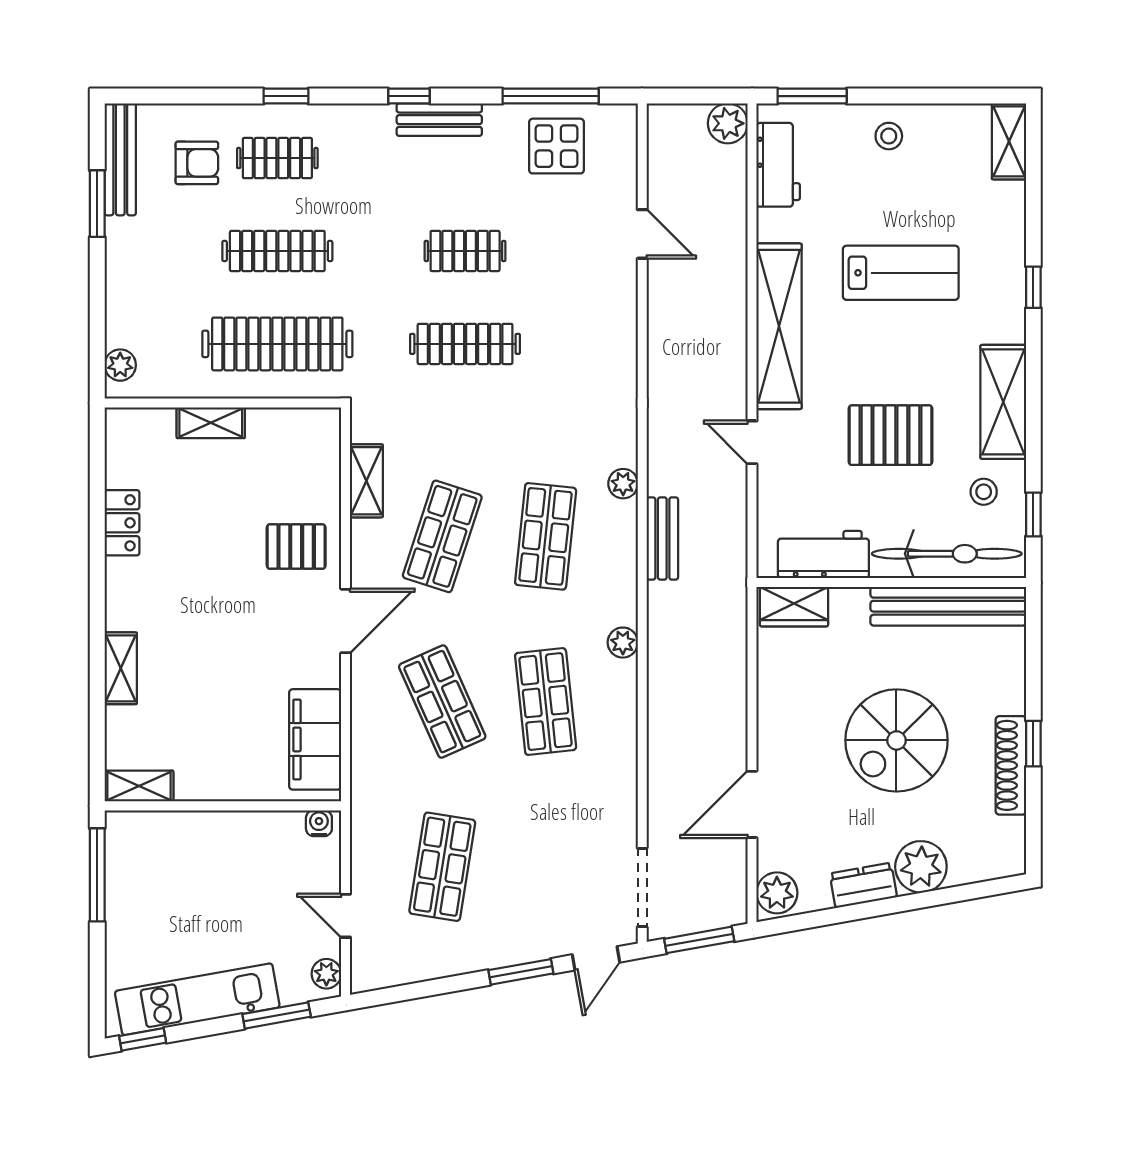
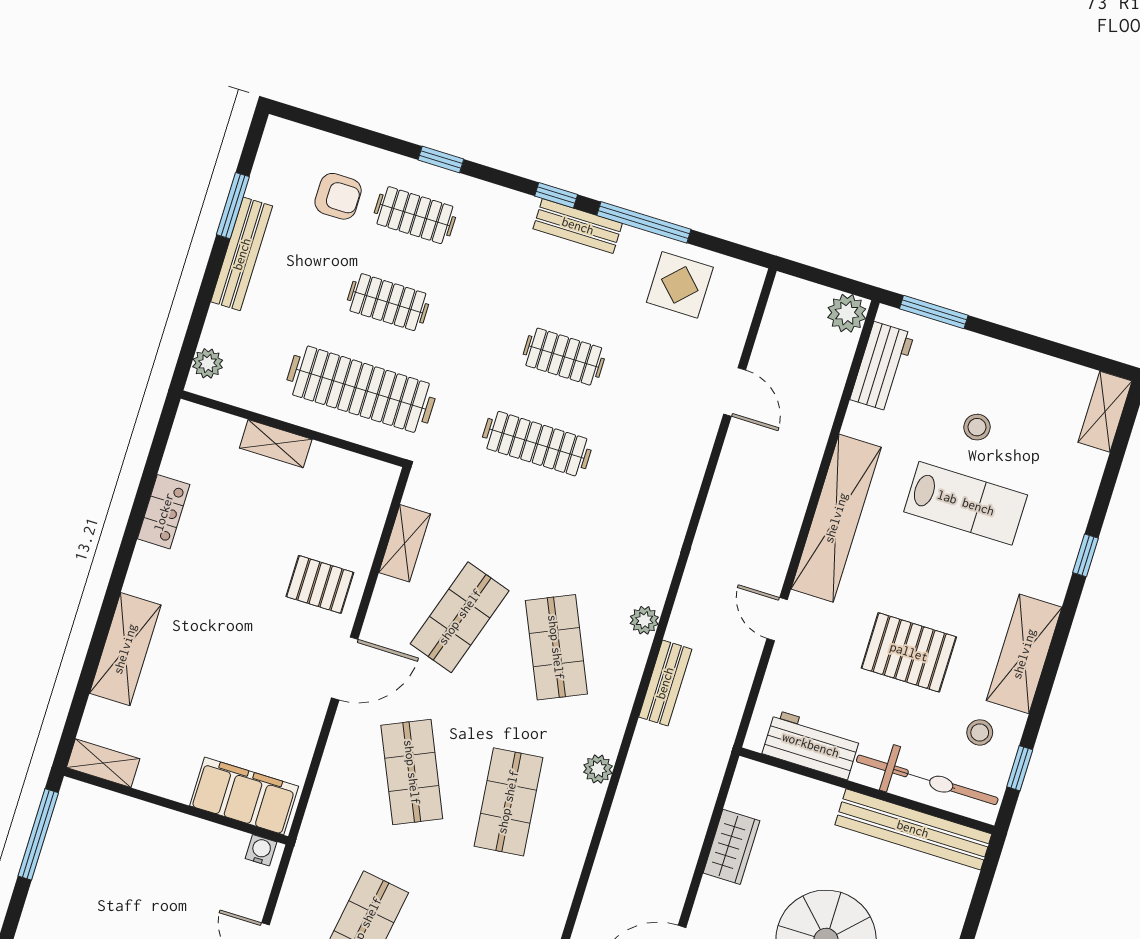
window: (551, 96) -> (644, 222), moved
stool: (889, 136) -> (977, 427), moved
bench: (120, 159) -> (242, 254), moved
clothes rail: (277, 251) -> (388, 302), width x0.73
shop shelf: (546, 536) -> (556, 647), turned -30
wardrobe: (794, 607) -> (731, 847), moved, turned -90
shelving: (121, 668) -> (125, 649), width x1.50, depth x1.33
filing cabinet: (315, 739) -> (244, 796), moved, turned 90

